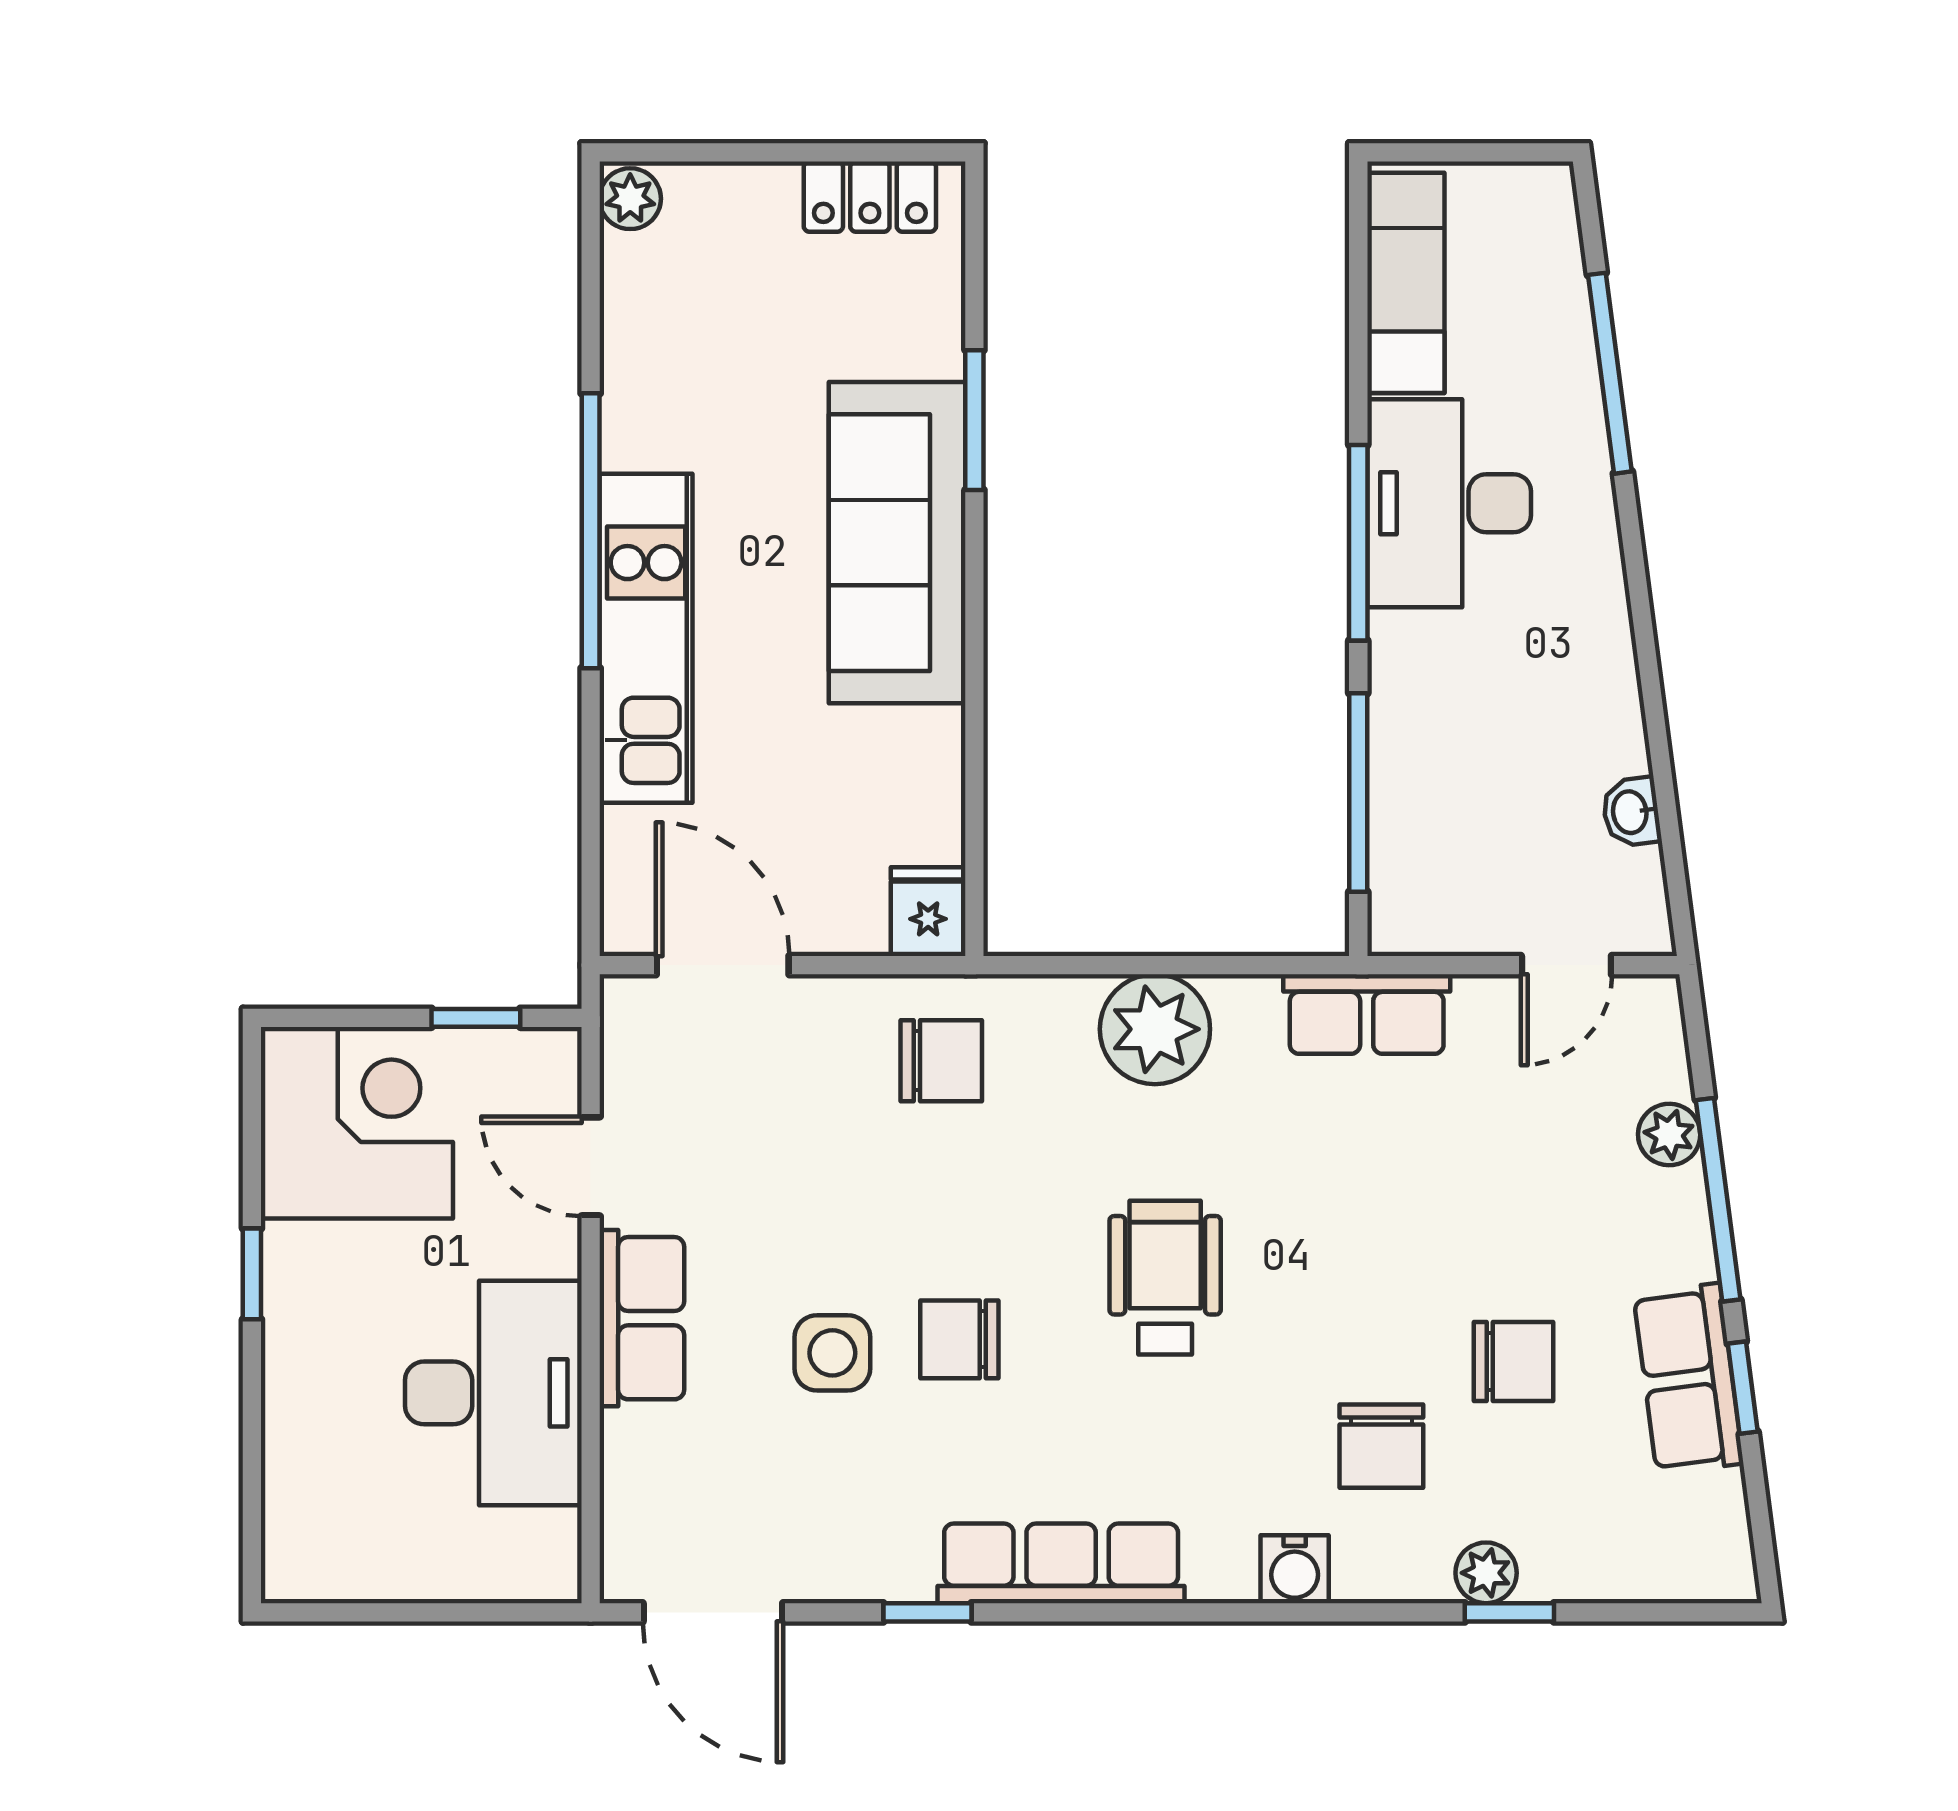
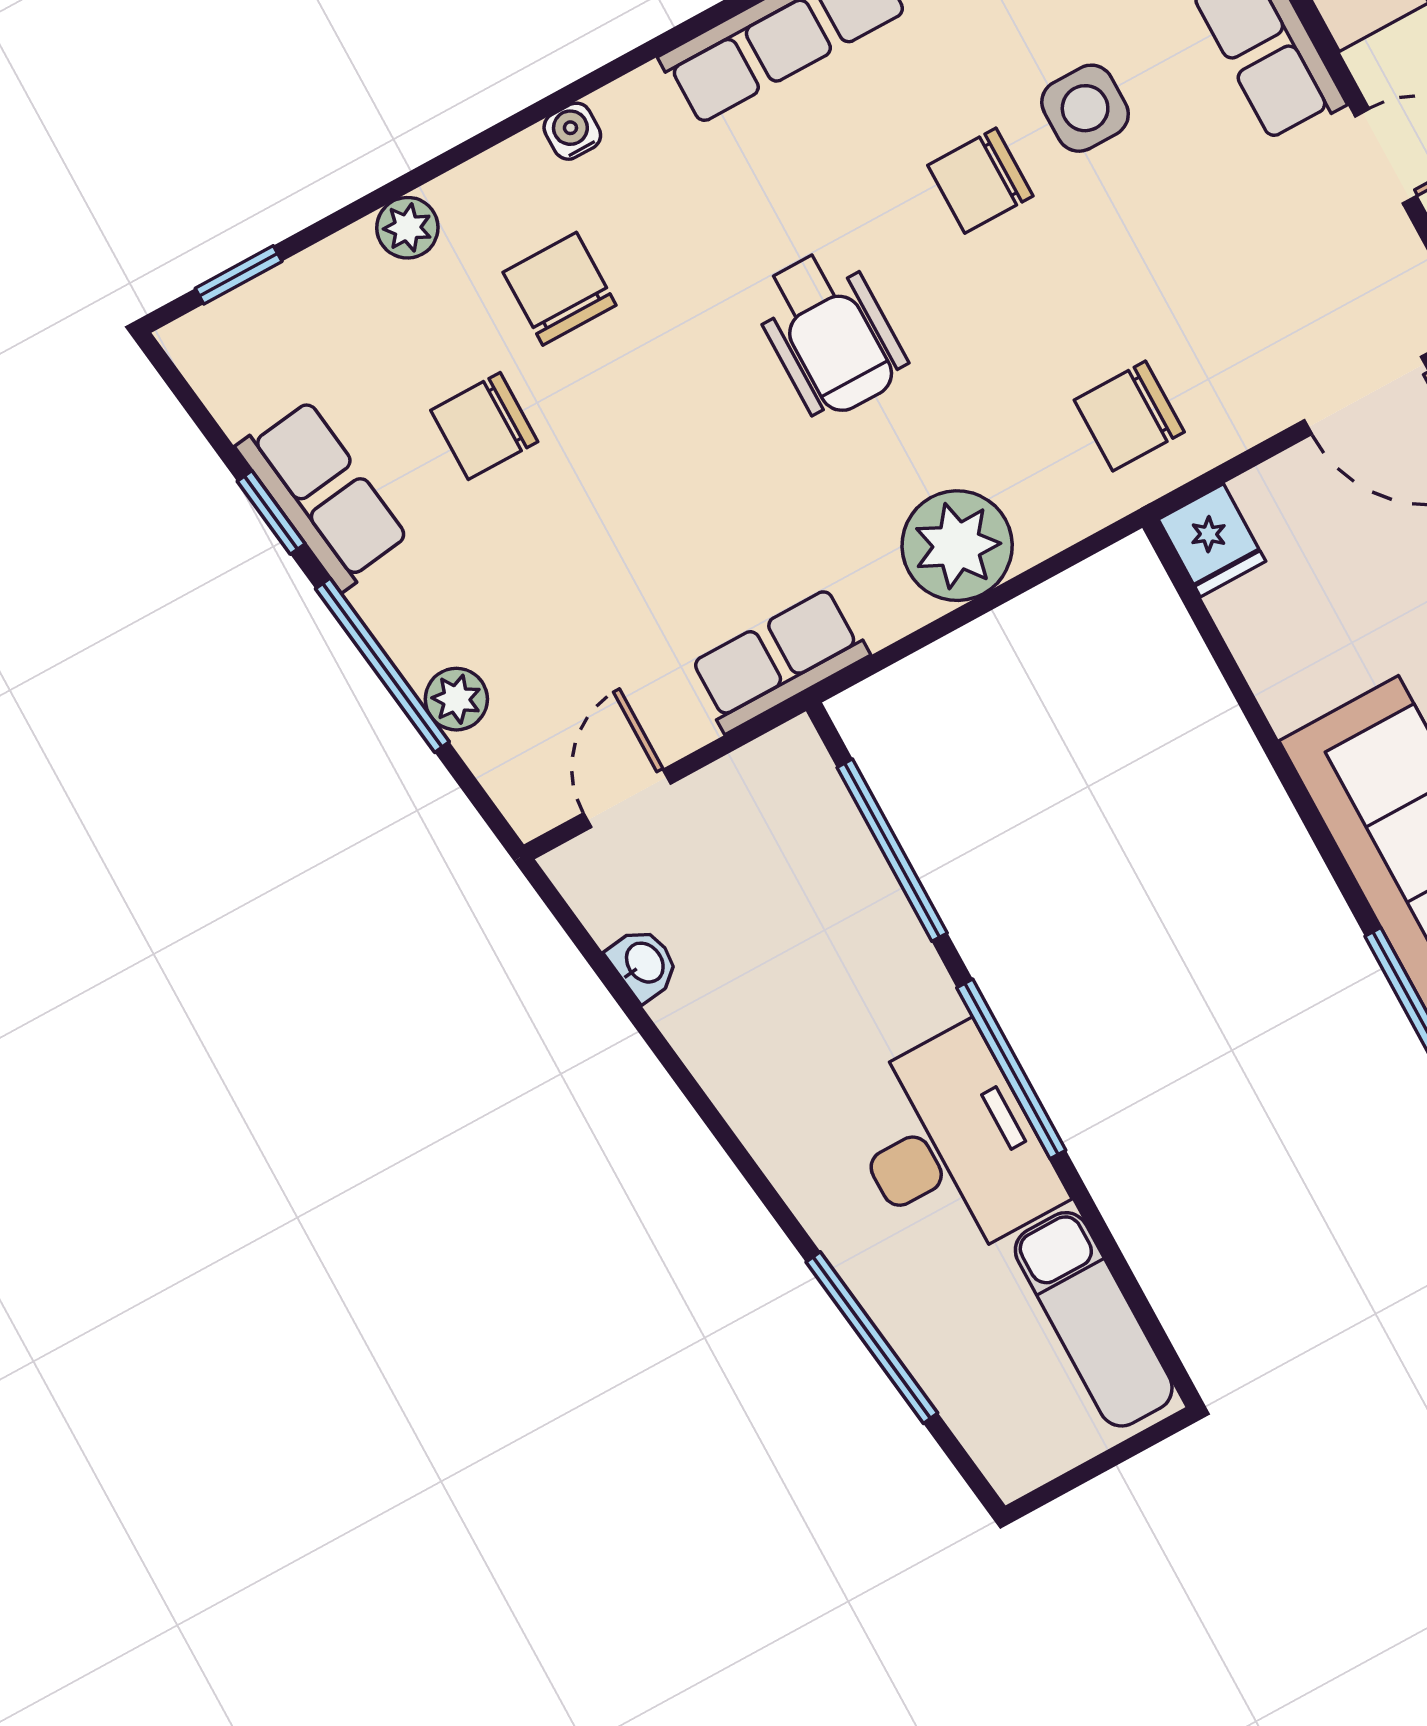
chair: (959, 1339) -> (980, 181), turned 180
water cooler: (1295, 1569) -> (572, 131), width x0.72, depth x0.72
window: (1509, 1612) -> (239, 275), moved

